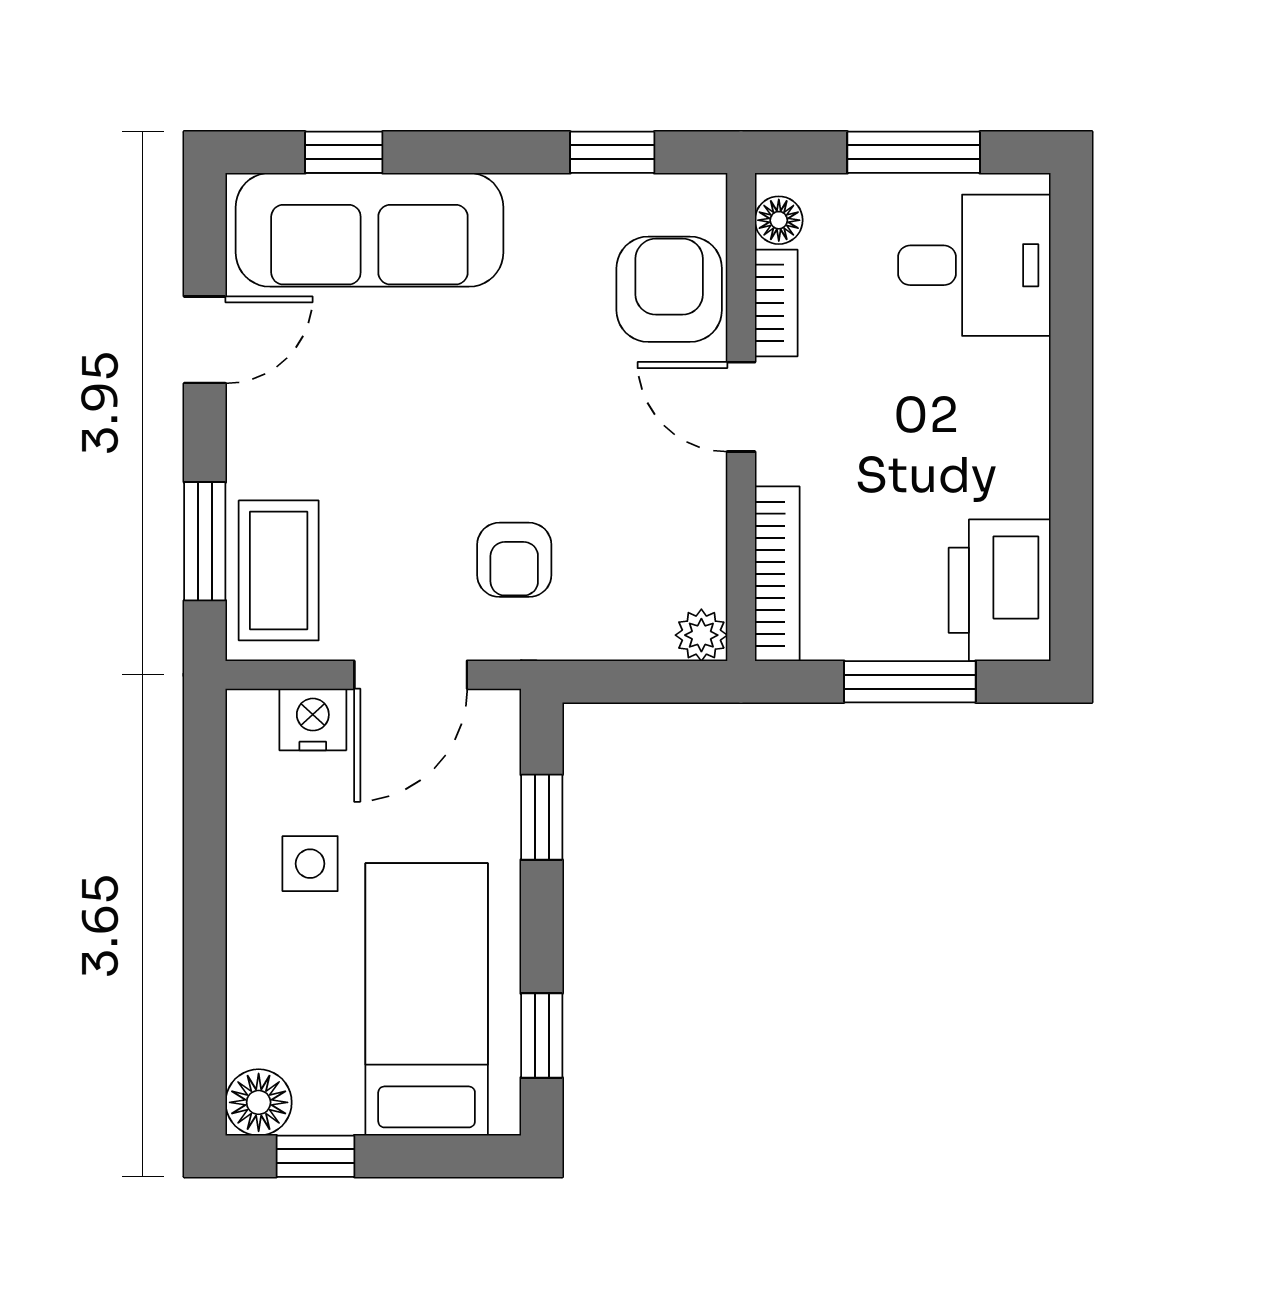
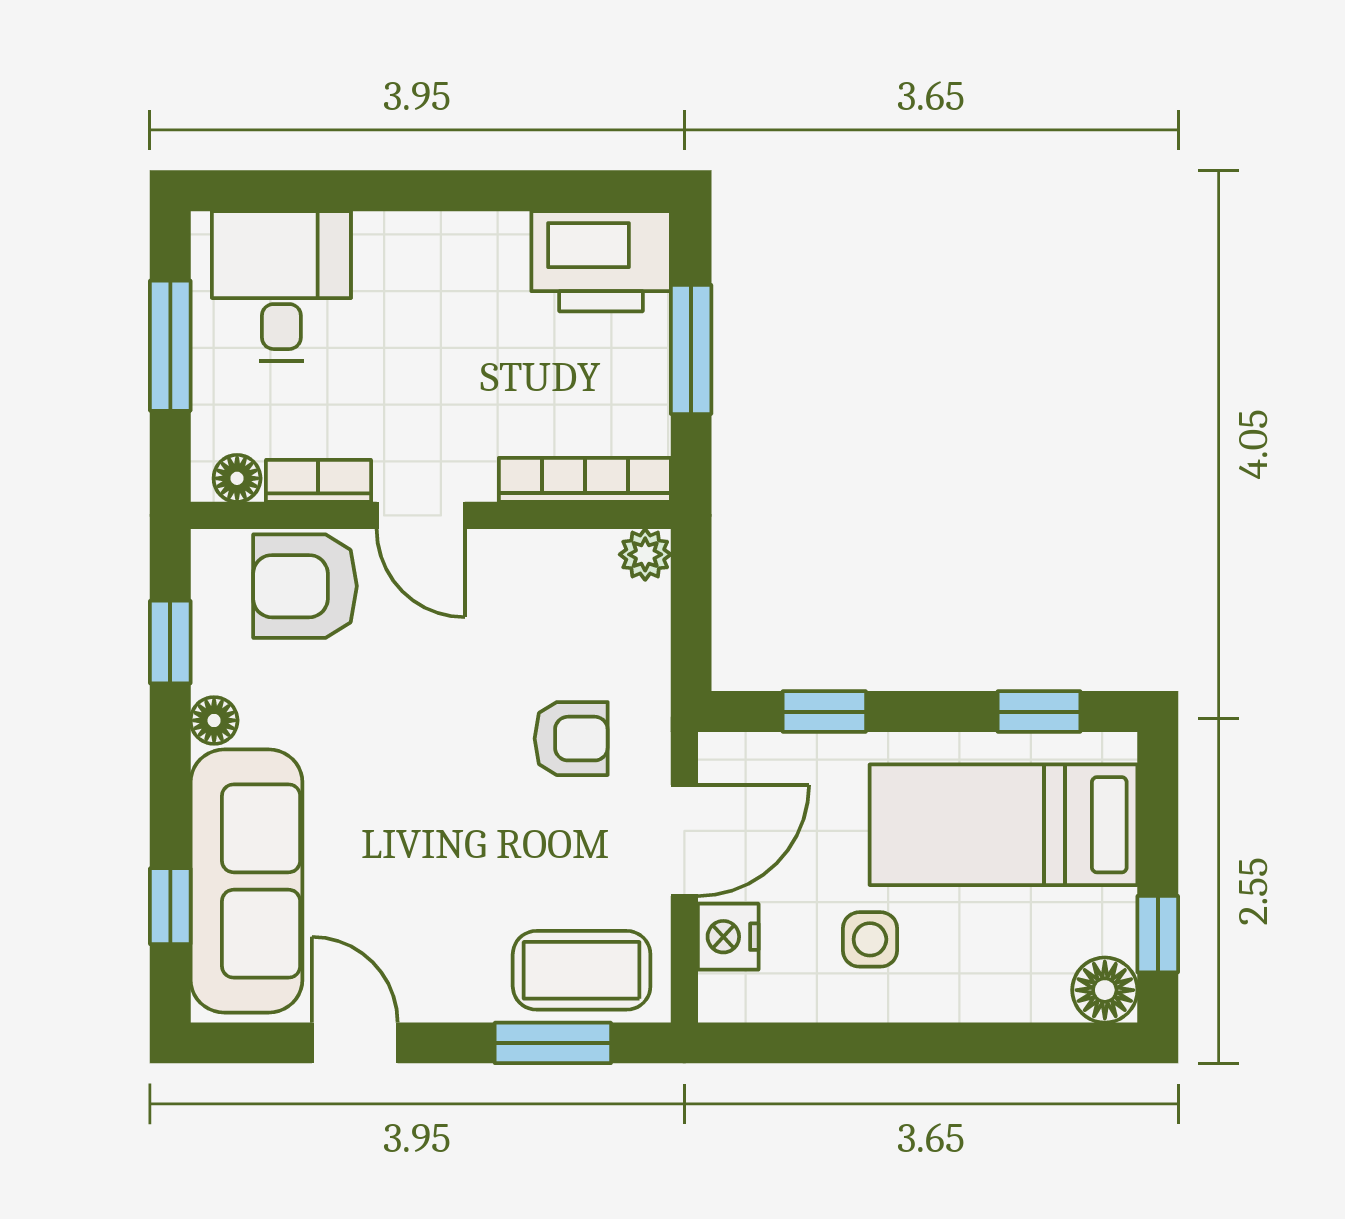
floor lamp: (533, 197) -> (214, 720), added
door: (741, 407) -> (421, 515), hinge flipped
door: (411, 675) -> (684, 840), hinge flipped

